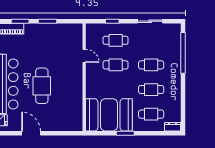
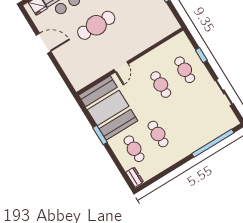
door: (84, 56) -> (121, 67), moved
cafe table: (151, 65) -> (182, 119), removed
door: (31, 133) -> (44, 43), hinge flipped

